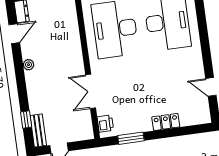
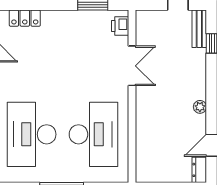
locker: (166, 122) -> (25, 18), moved

